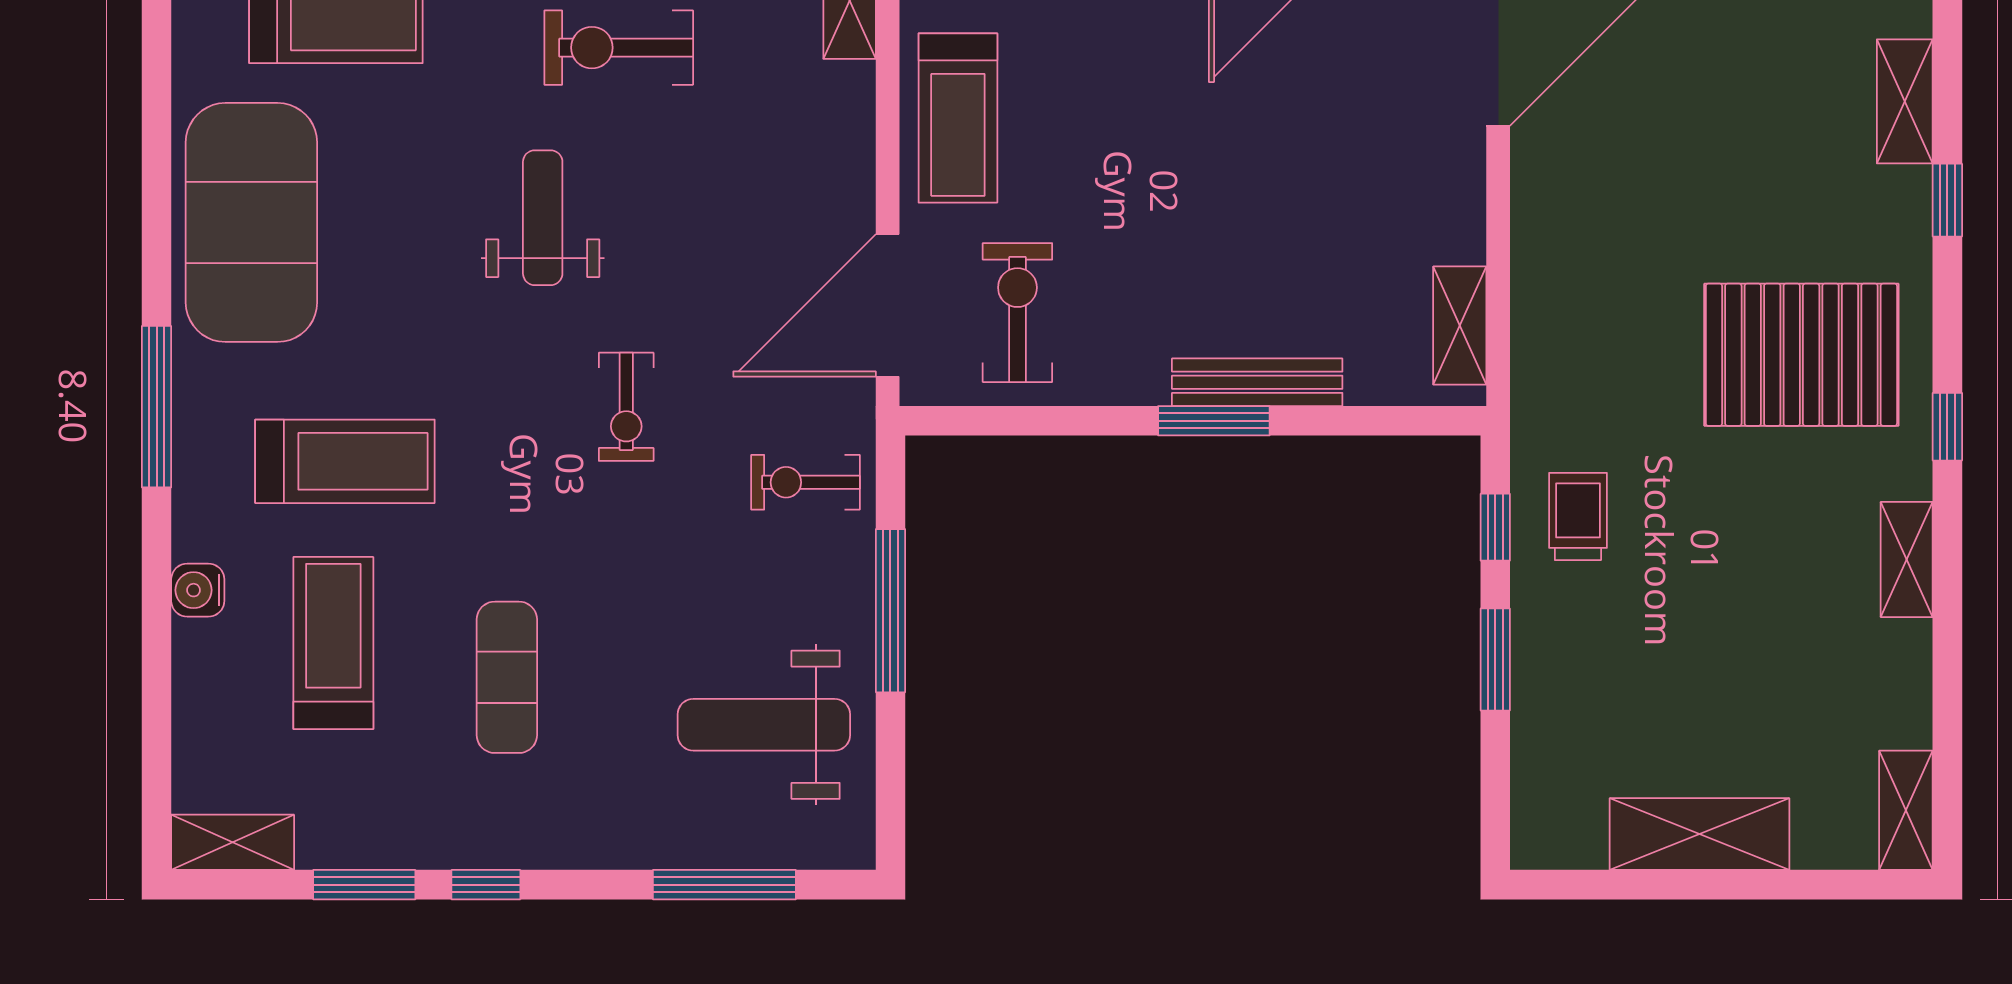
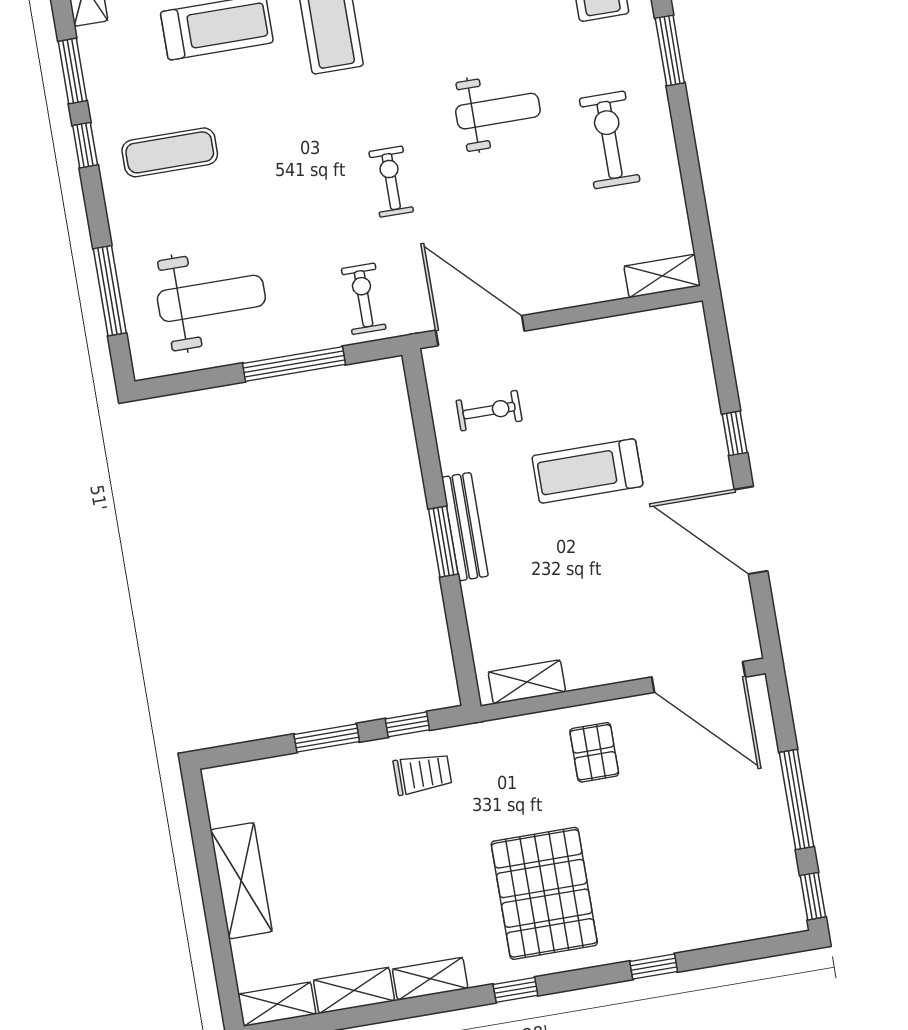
shelving: (1905, 101) -> (354, 990), moved
treadmill: (958, 118) -> (587, 471), moved
pallet: (1590, 237) -> (594, 752), added
exercise bike: (1017, 313) -> (489, 411), width x0.73, depth x0.72
bench: (1257, 382) -> (465, 527), moved
exercise bike: (626, 407) -> (391, 182), turned 90
exercise mat: (507, 677) -> (170, 152), moved
weight bench: (764, 725) -> (211, 298), turned 90

